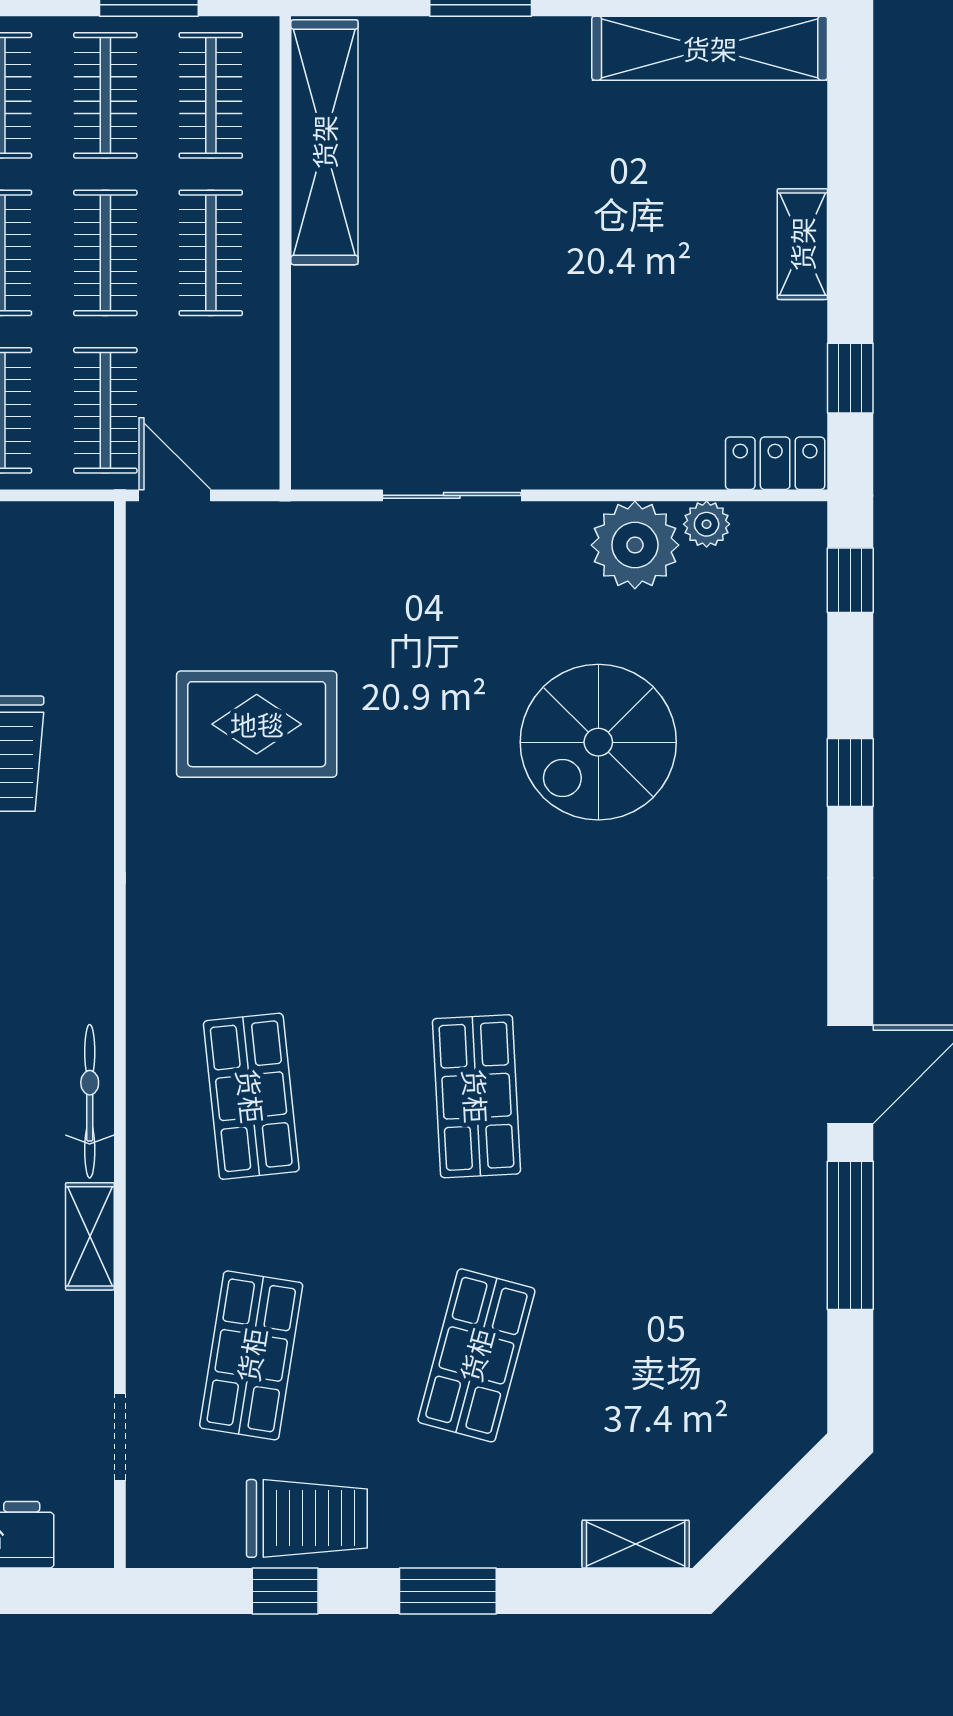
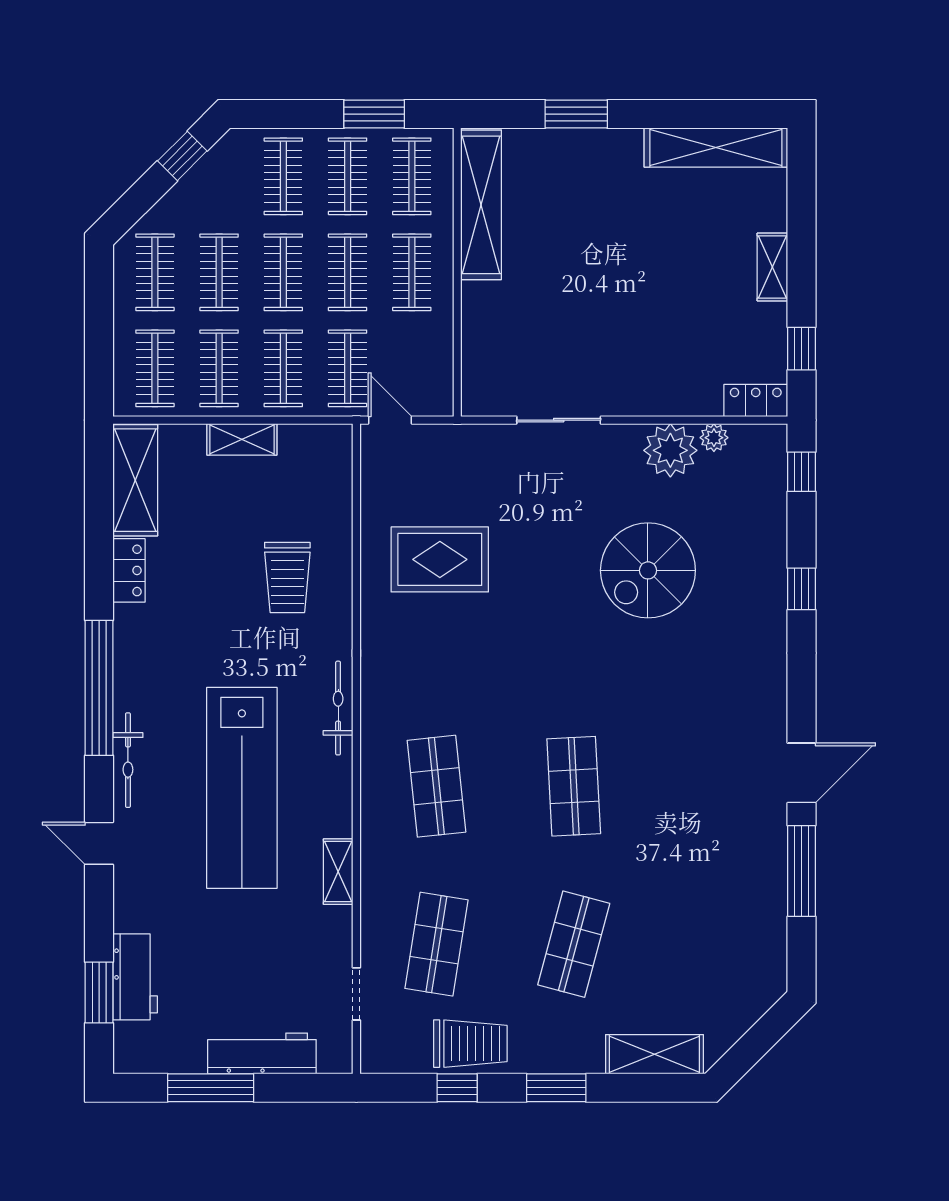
bicycle: (90, 1101) -> (338, 708), moved
shelving: (636, 1544) -> (654, 1054), width x1.50, depth x1.33

